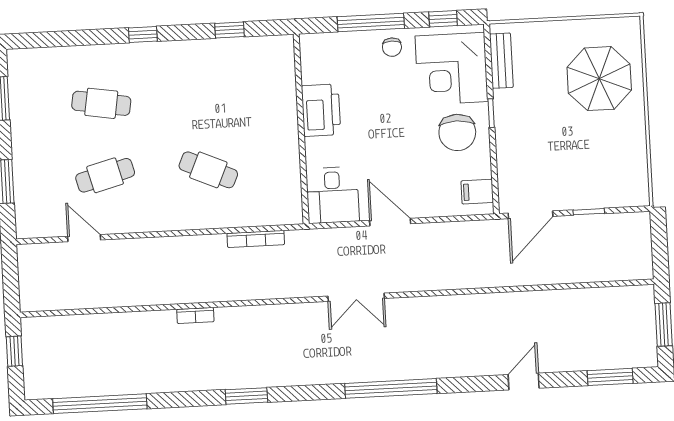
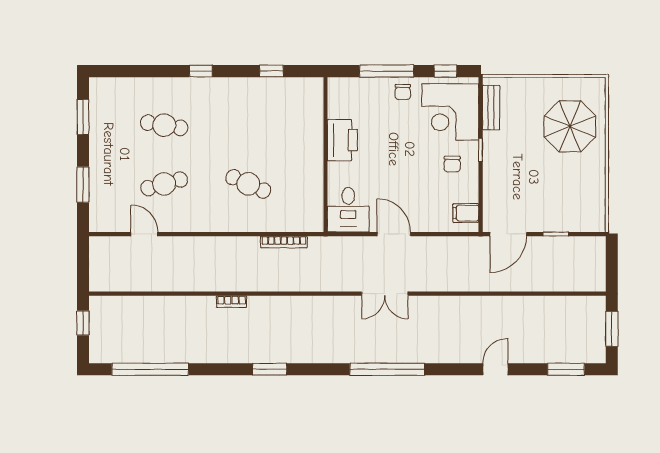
chair: (457, 132) -> (452, 164), width x0.54, depth x0.54
double door: (356, 297) -> (385, 294), moved

